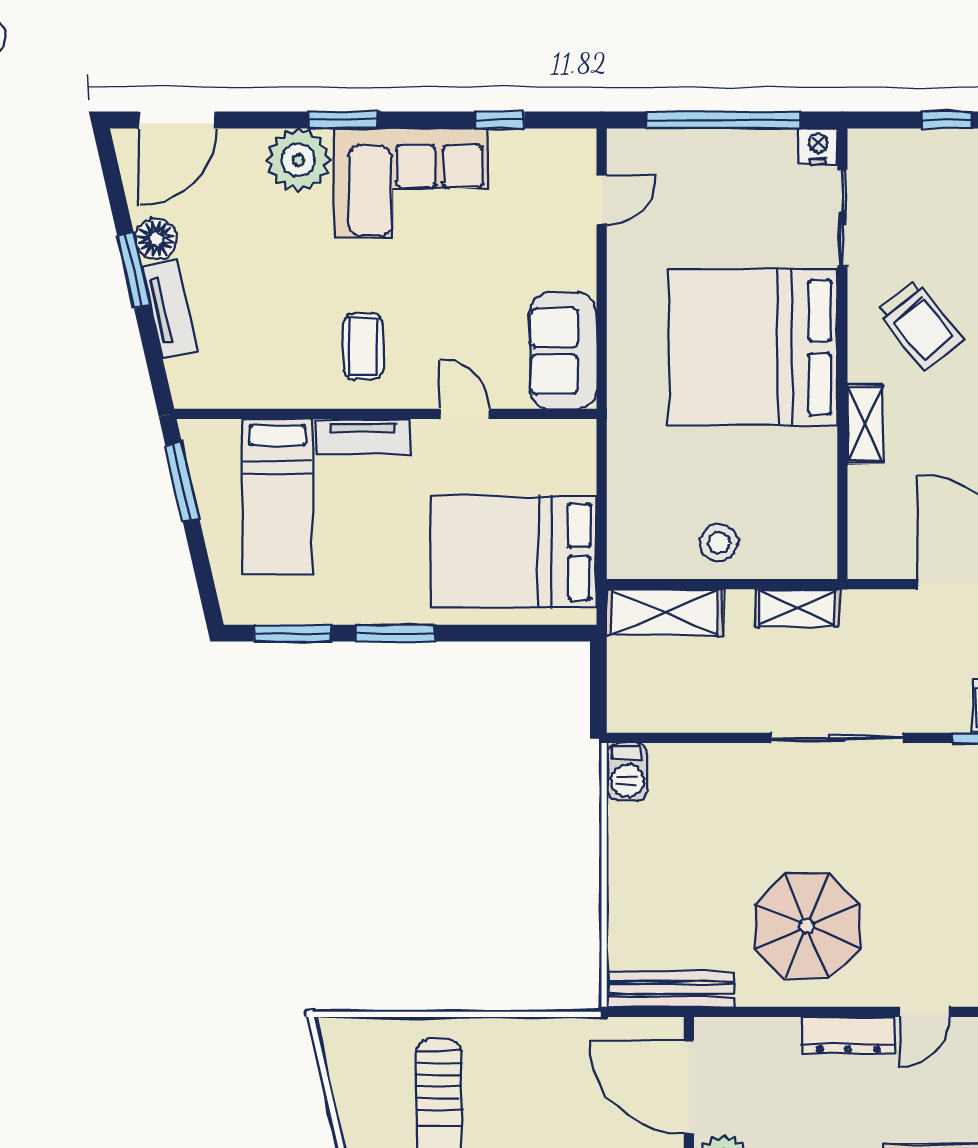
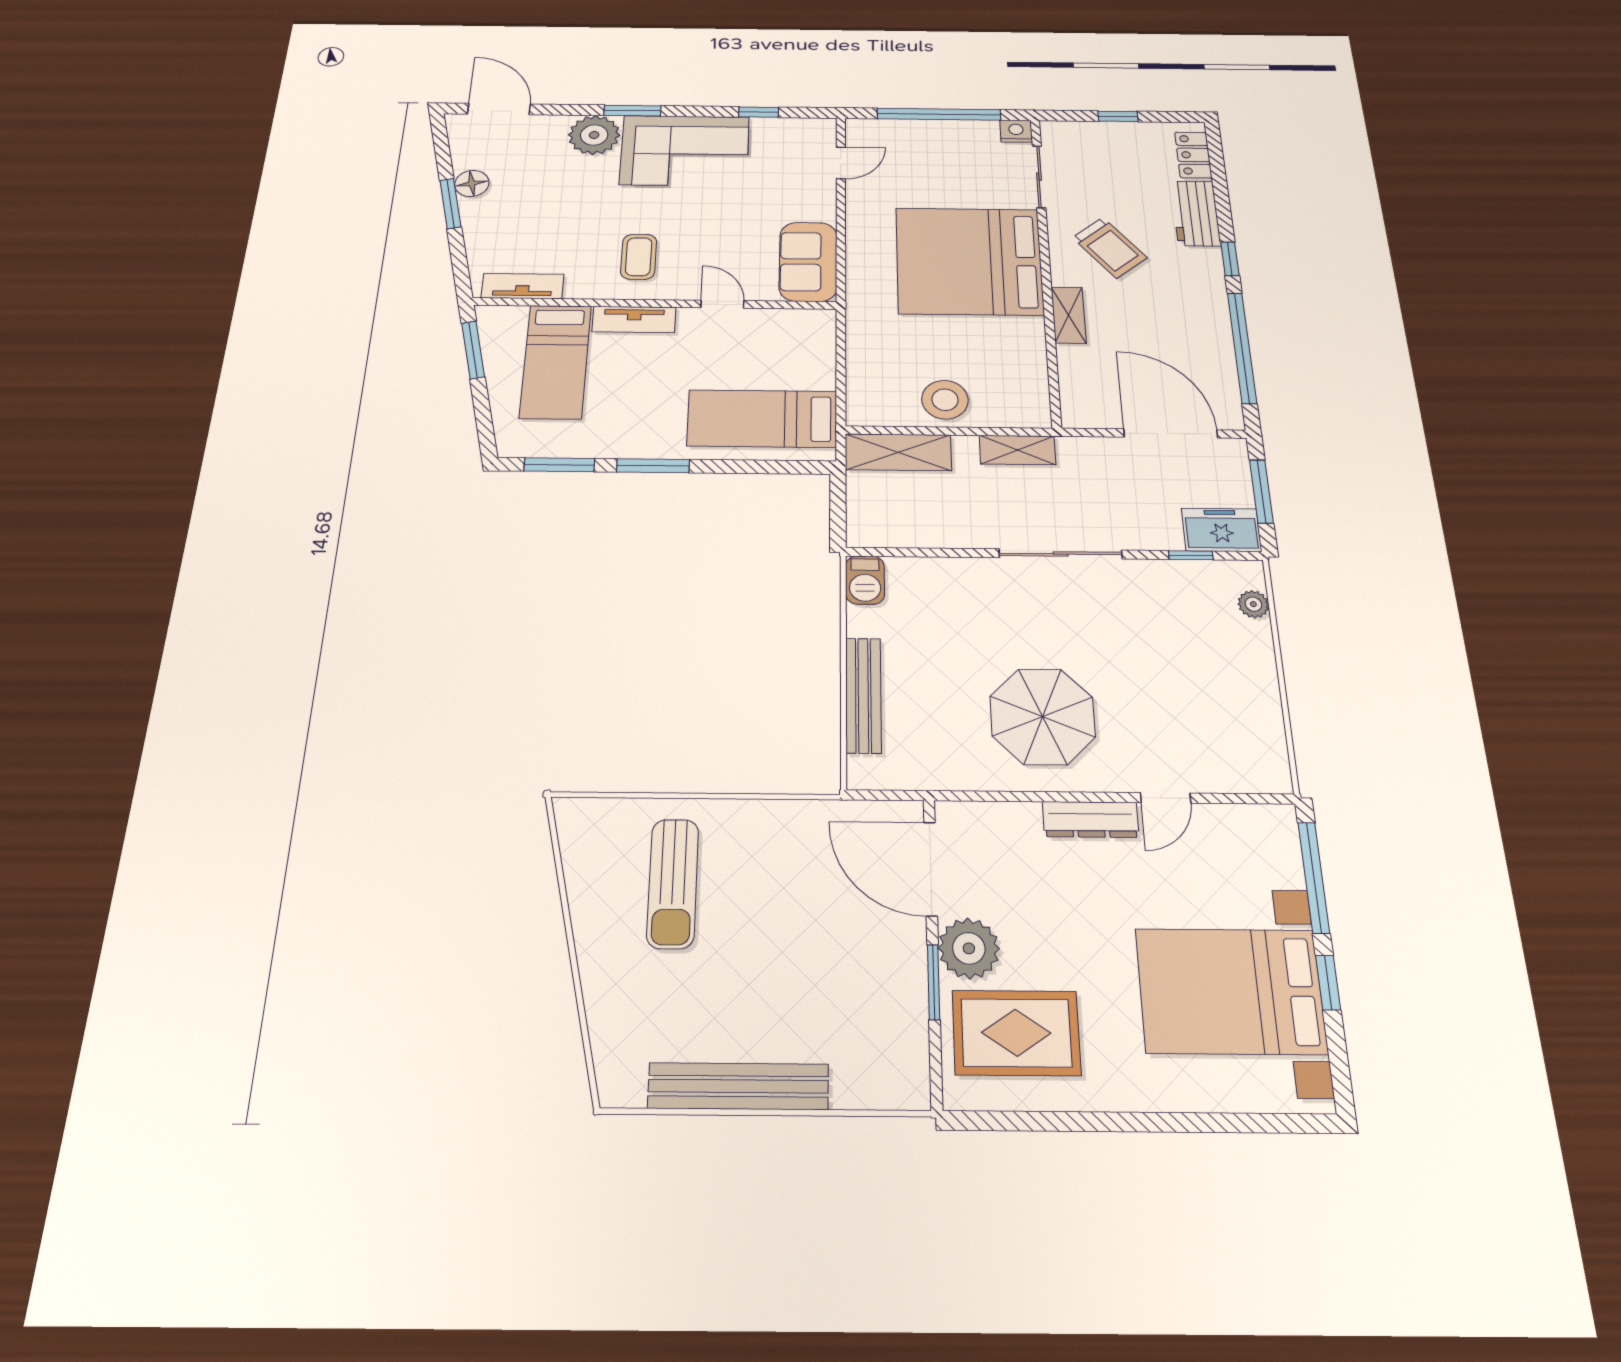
door: (177, 120) -> (499, 109), swing flipped
tv unit: (169, 308) -> (523, 286), moved, turned -77
stool: (719, 543) -> (945, 400), width x1.38, depth x1.38
bed: (514, 552) -> (762, 418), width x0.67
bench: (670, 989) -> (863, 695), moved, turned 90

